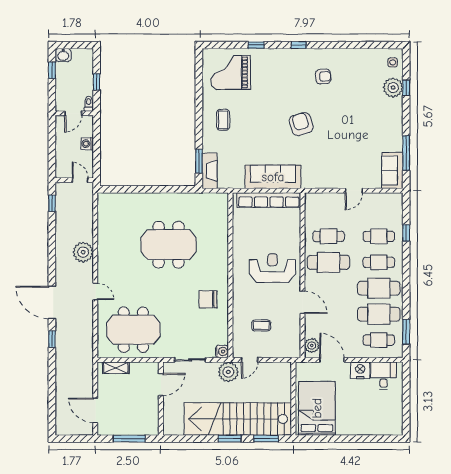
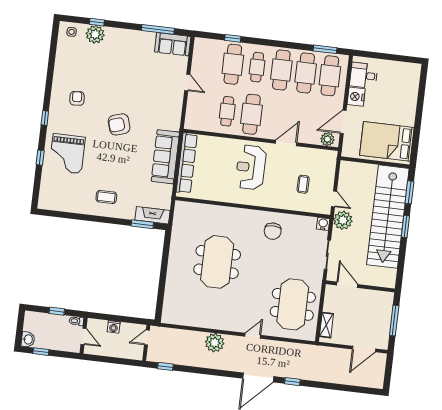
grand piano: (231, 72) -> (67, 154), moved
cafe table: (379, 236) -> (233, 64), width x1.37, depth x1.35
cafe table: (379, 340) -> (330, 76), width x1.37, depth x1.35

